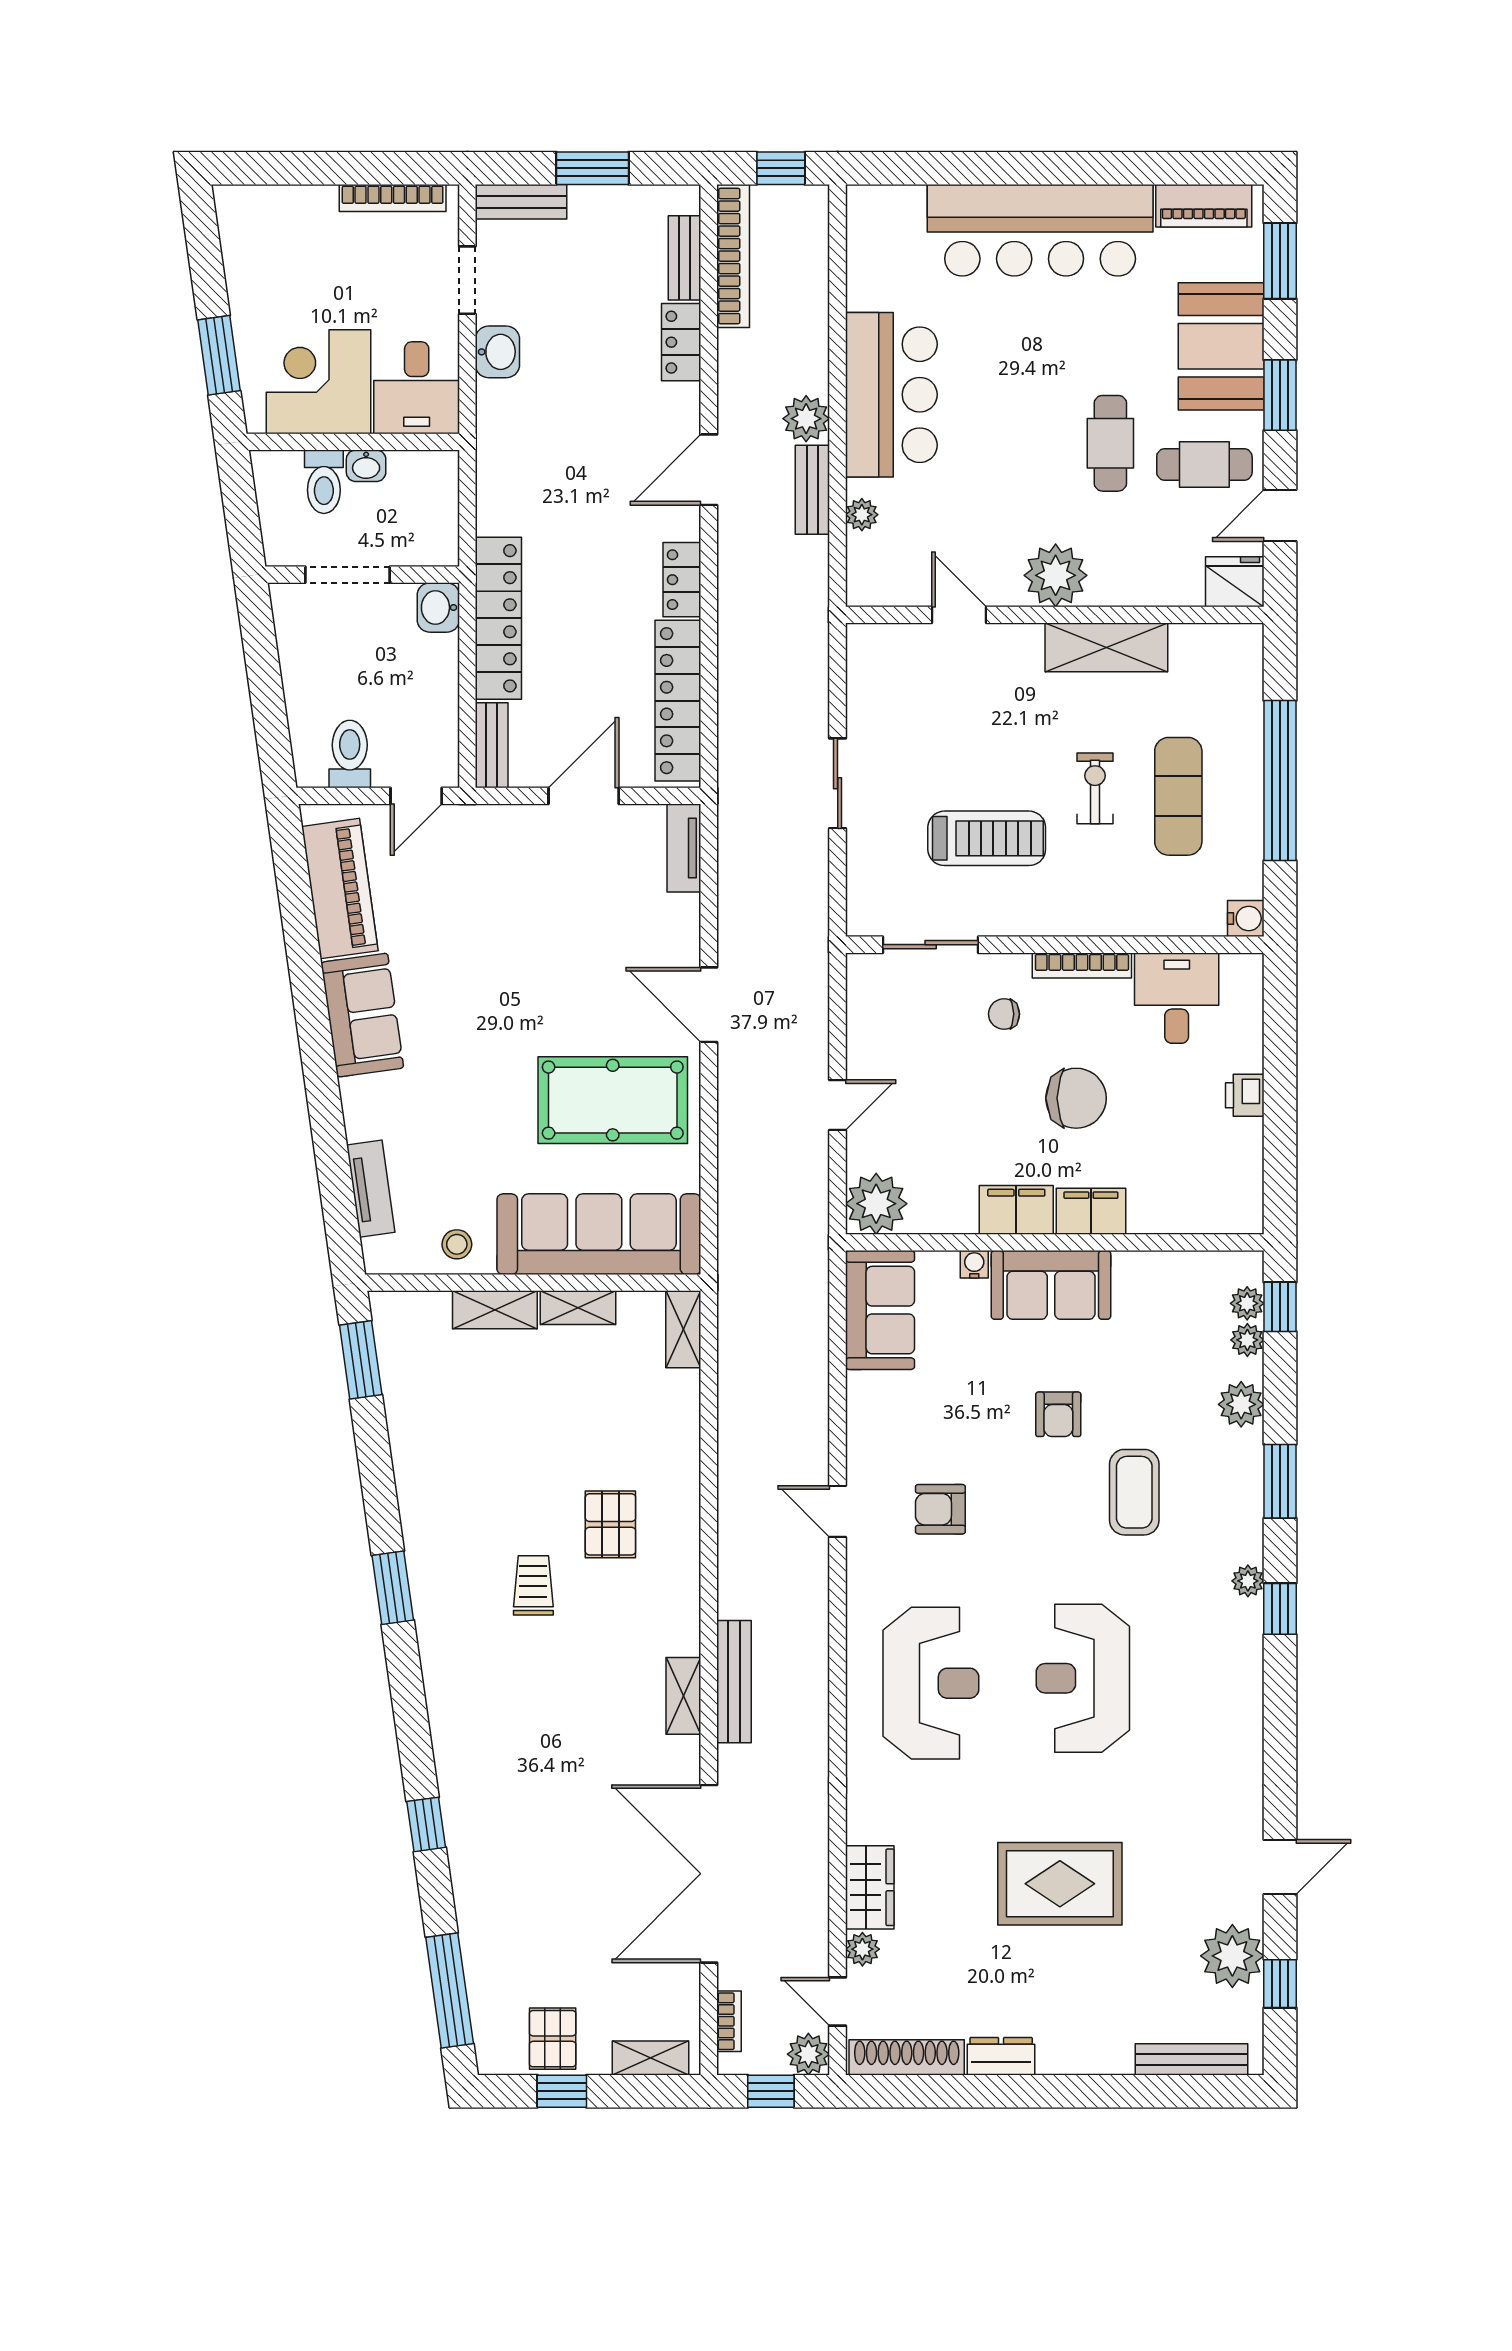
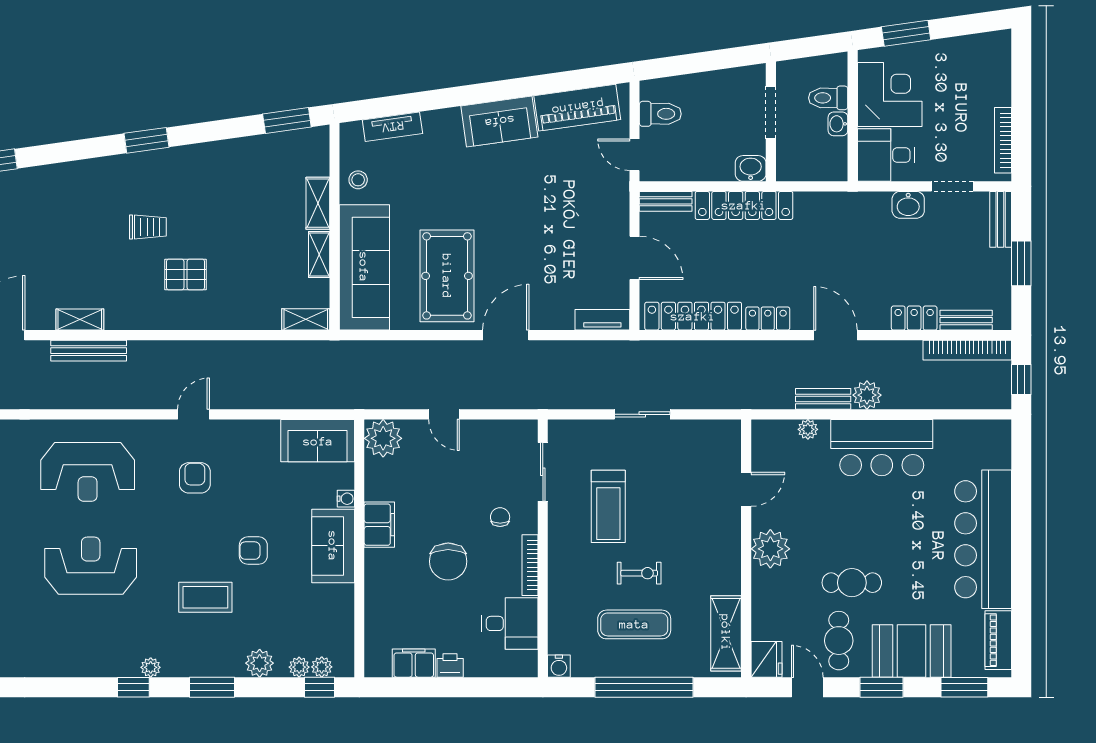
shelving: (1106, 647) -> (726, 633), moved
filing cabinet: (1091, 1211) -> (414, 663), moved, turned -90

